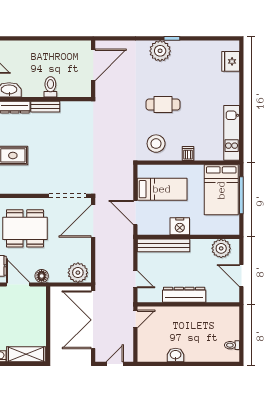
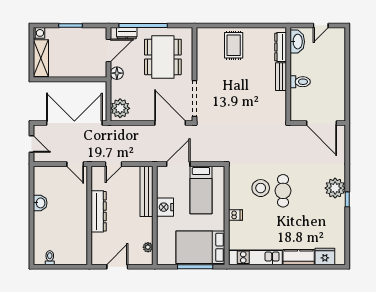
kitchen counter: (231, 88) -> (299, 257), added
stool: (156, 144) -> (261, 188), moved
plant: (221, 248) -> (148, 247), width x0.53, depth x0.53

